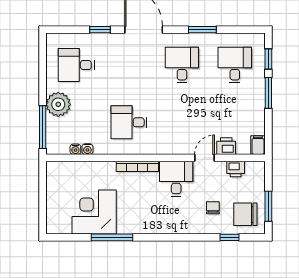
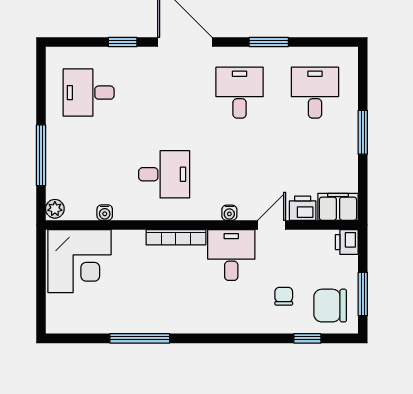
window: (268, 59) -> (363, 84), removed
plant: (58, 104) -> (55, 209), moved, width x0.53, depth x0.53
desk: (129, 122) -> (164, 174), turned 180
window: (43, 127) -> (41, 155), moved
filing cabinet: (258, 145) -> (338, 207), width x2.00
water cooler: (75, 149) -> (229, 213), moved
printer: (236, 169) -> (347, 242), moved, turned 90
corner desk: (94, 212) -> (80, 261), moved, turned 180

